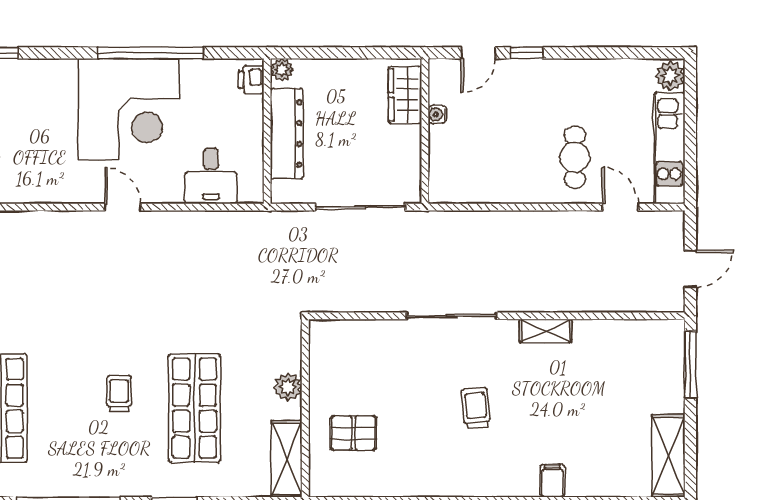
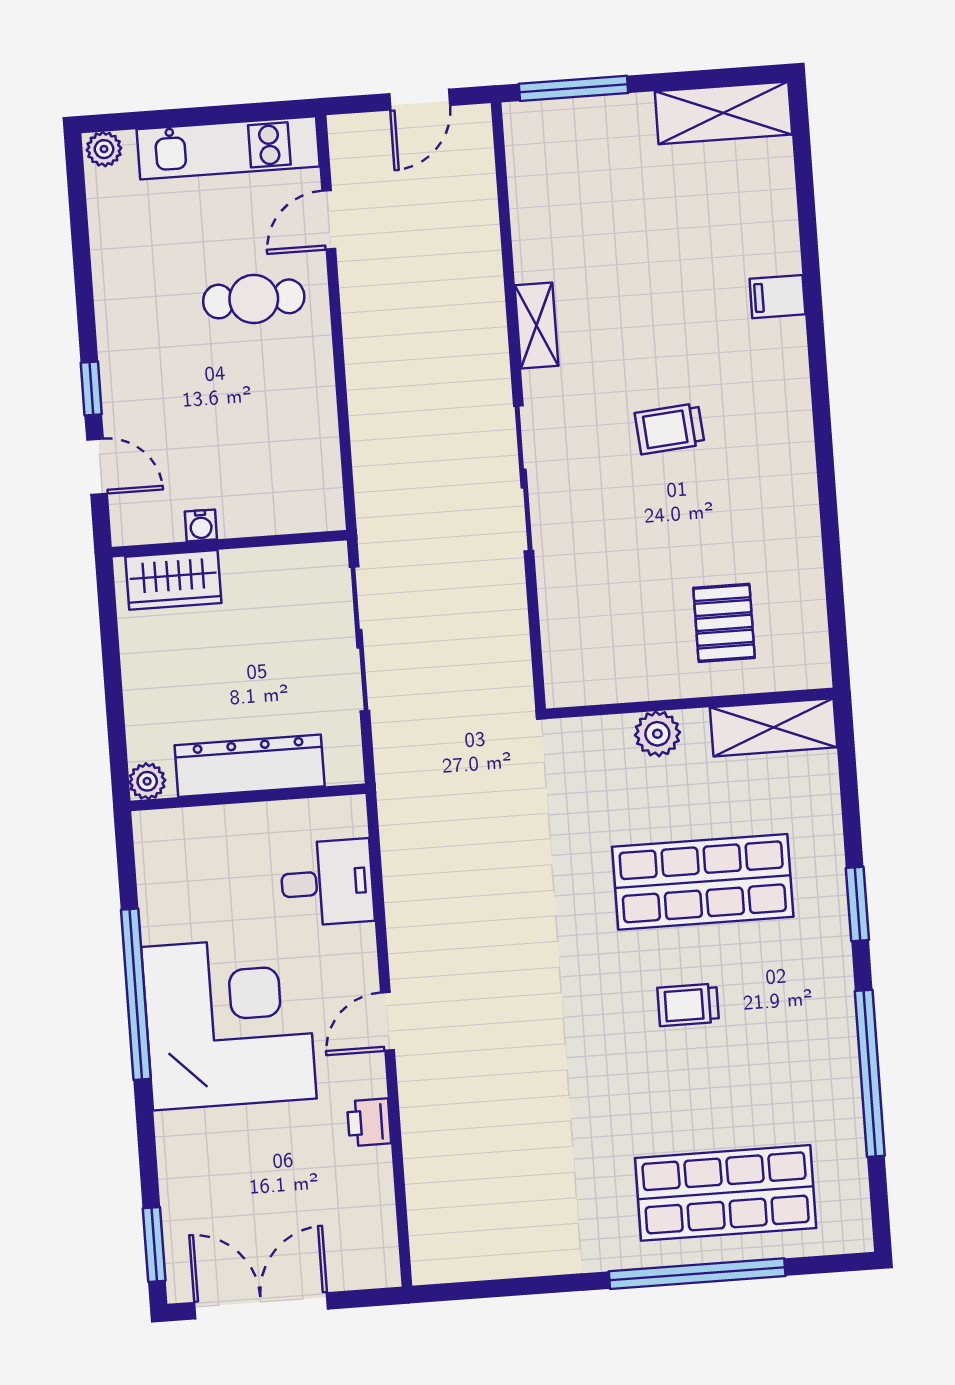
plant: (670, 76) -> (104, 149), width x0.73, depth x0.73
printer: (251, 80) -> (369, 1122), moved, turned 90
door: (690, 269) -> (420, 100), swing flipped

